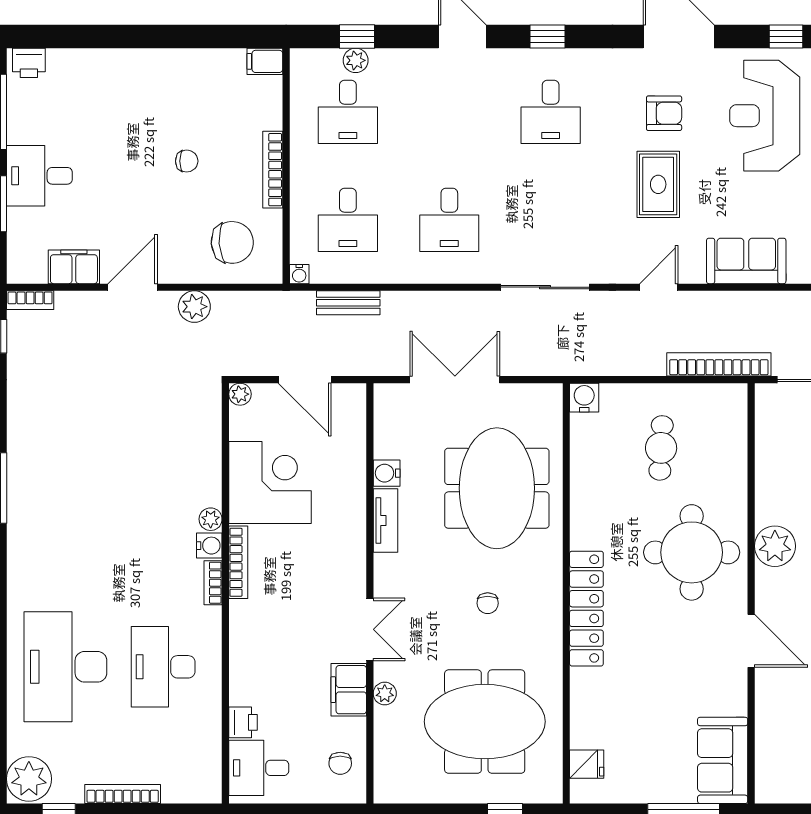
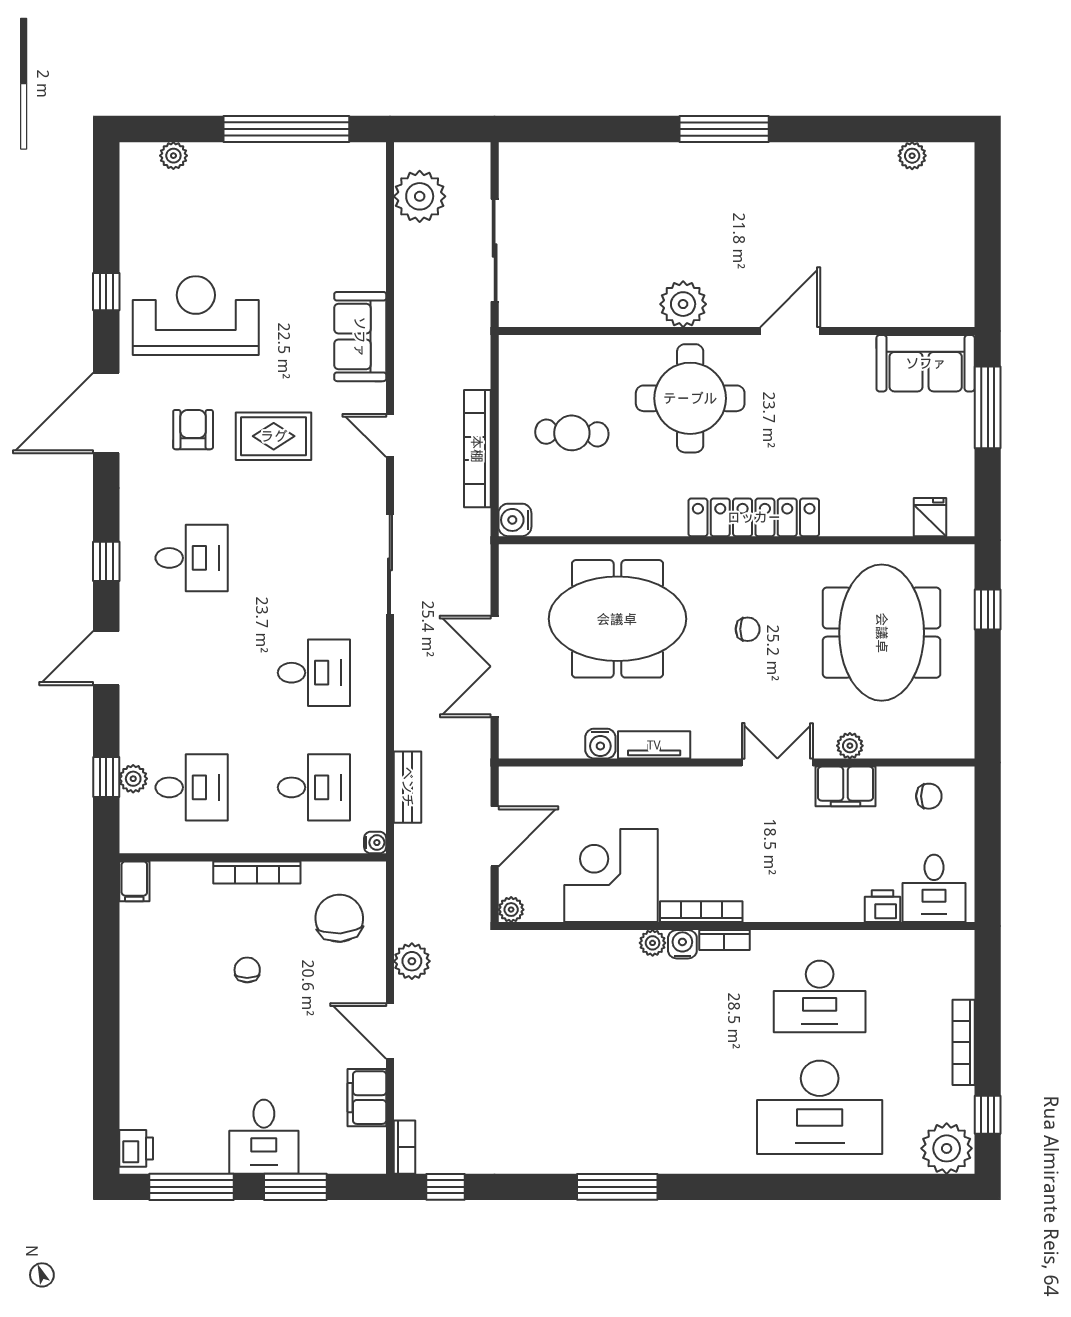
reception desk: (765, 116) -> (196, 316), turned 180
bookcase: (719, 364) -> (477, 449), moved

